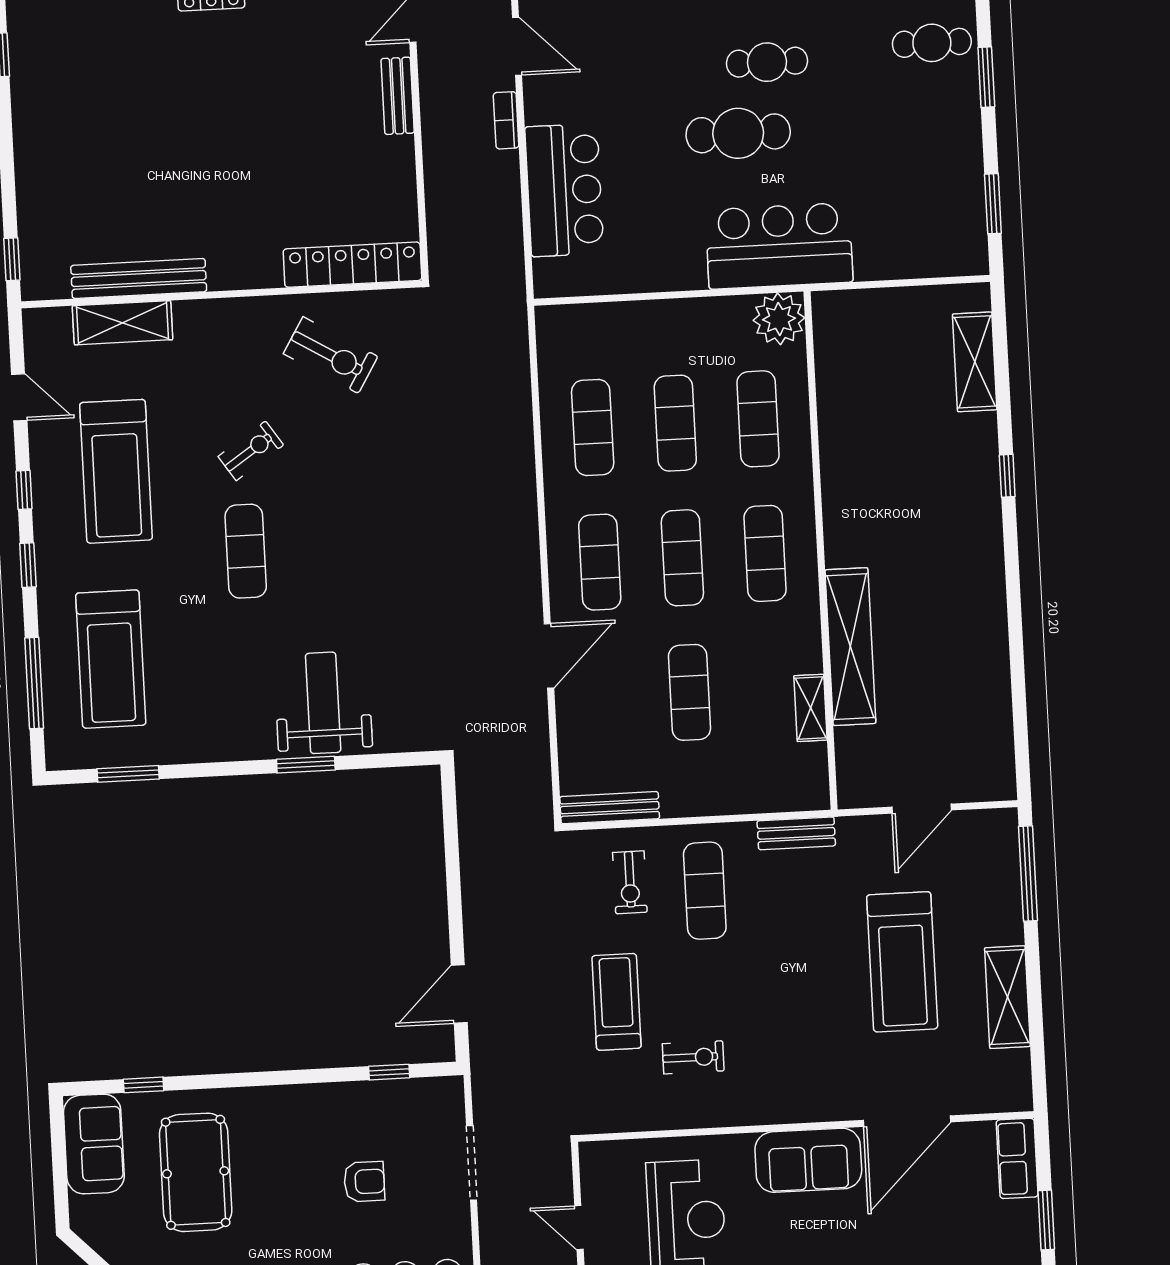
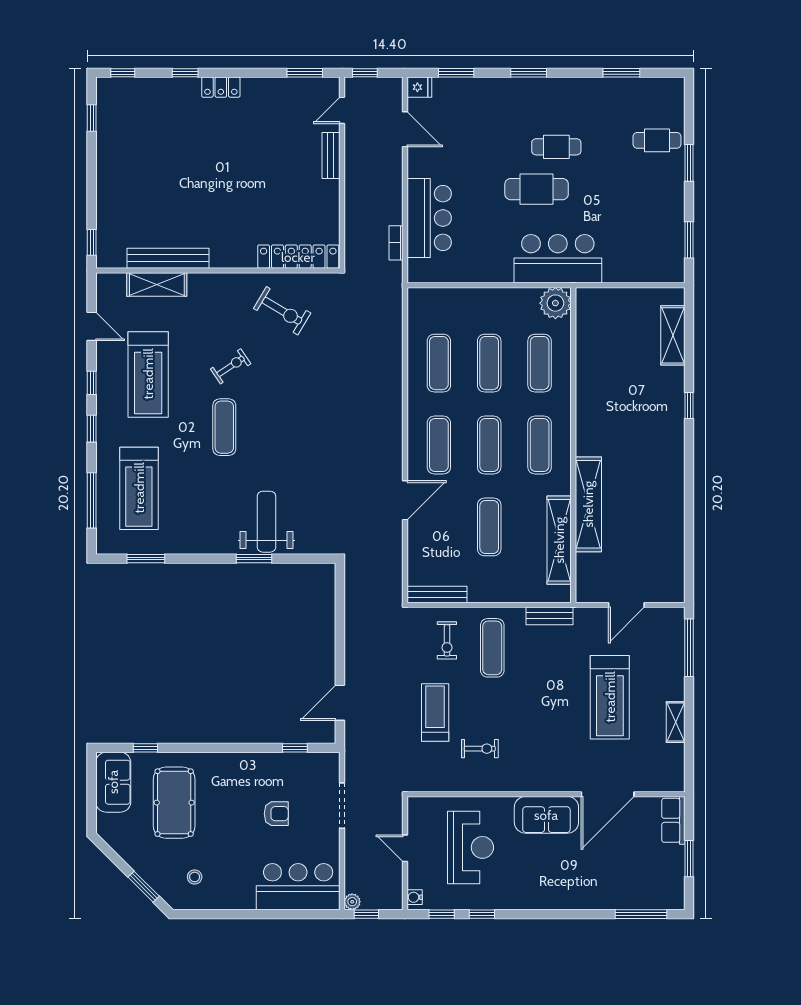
bookcase: (506, 120) -> (396, 243), moved
shelving: (810, 708) -> (559, 540), width x2.20, depth x1.33
shelving: (1007, 997) -> (676, 722), width x0.67, depth x0.75

